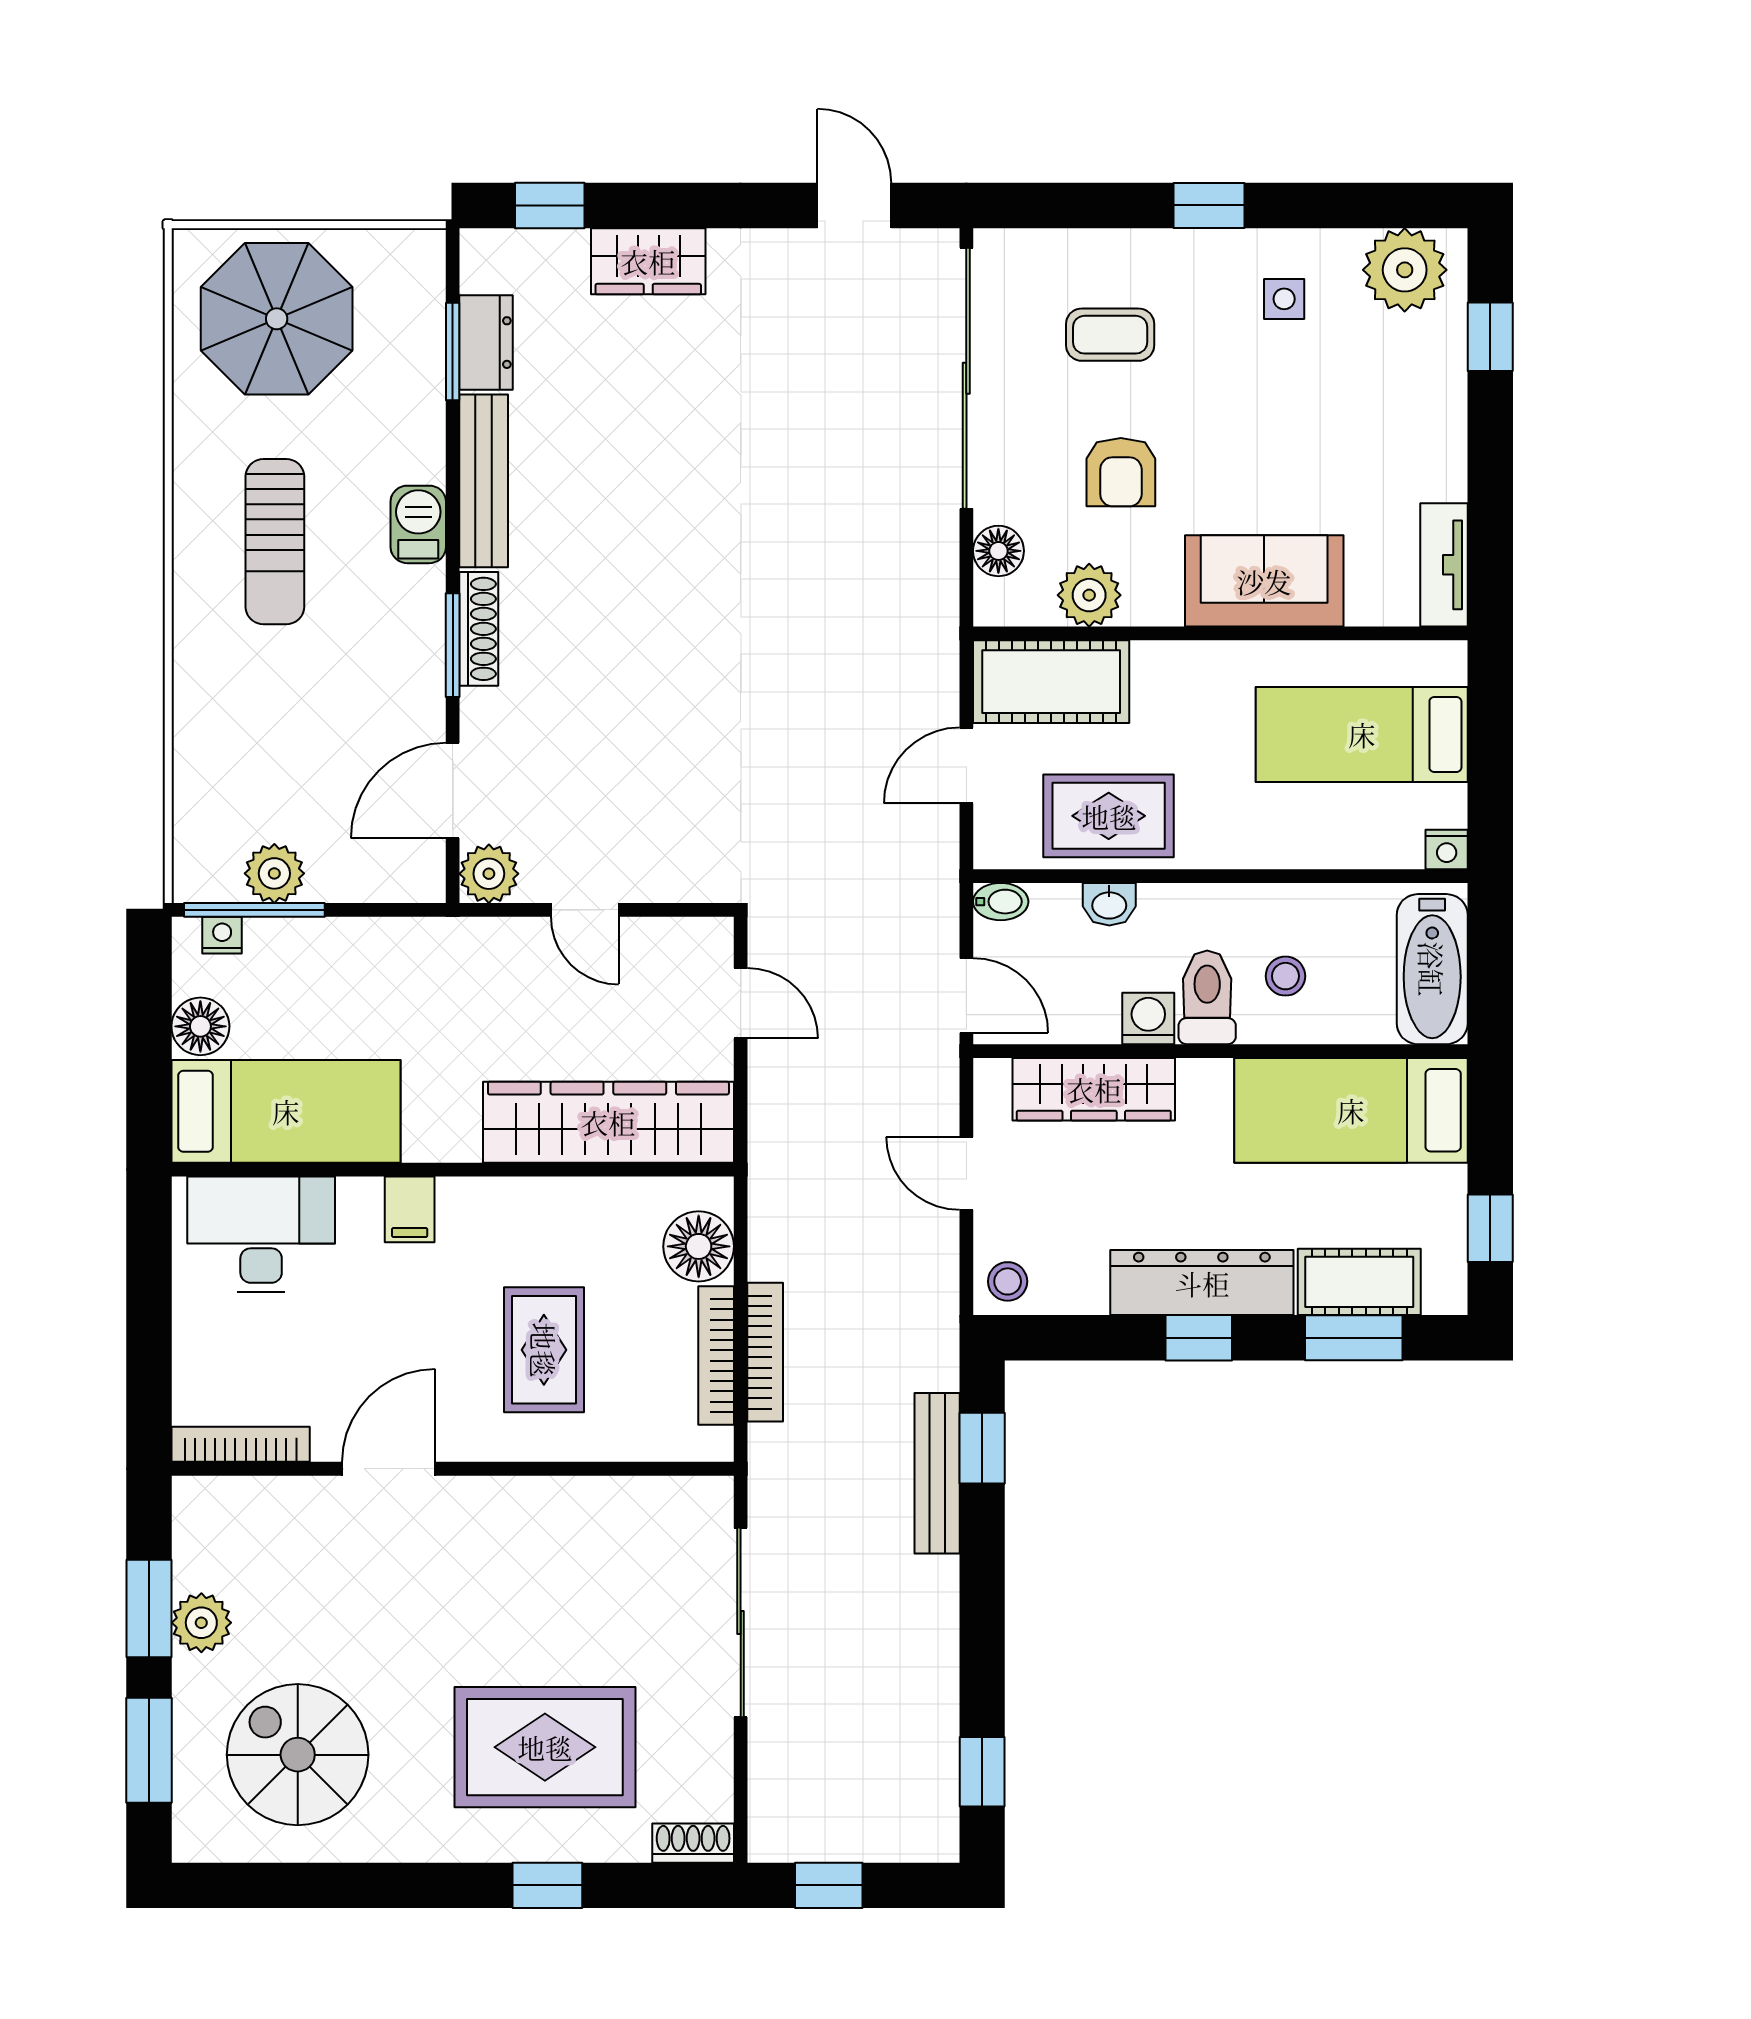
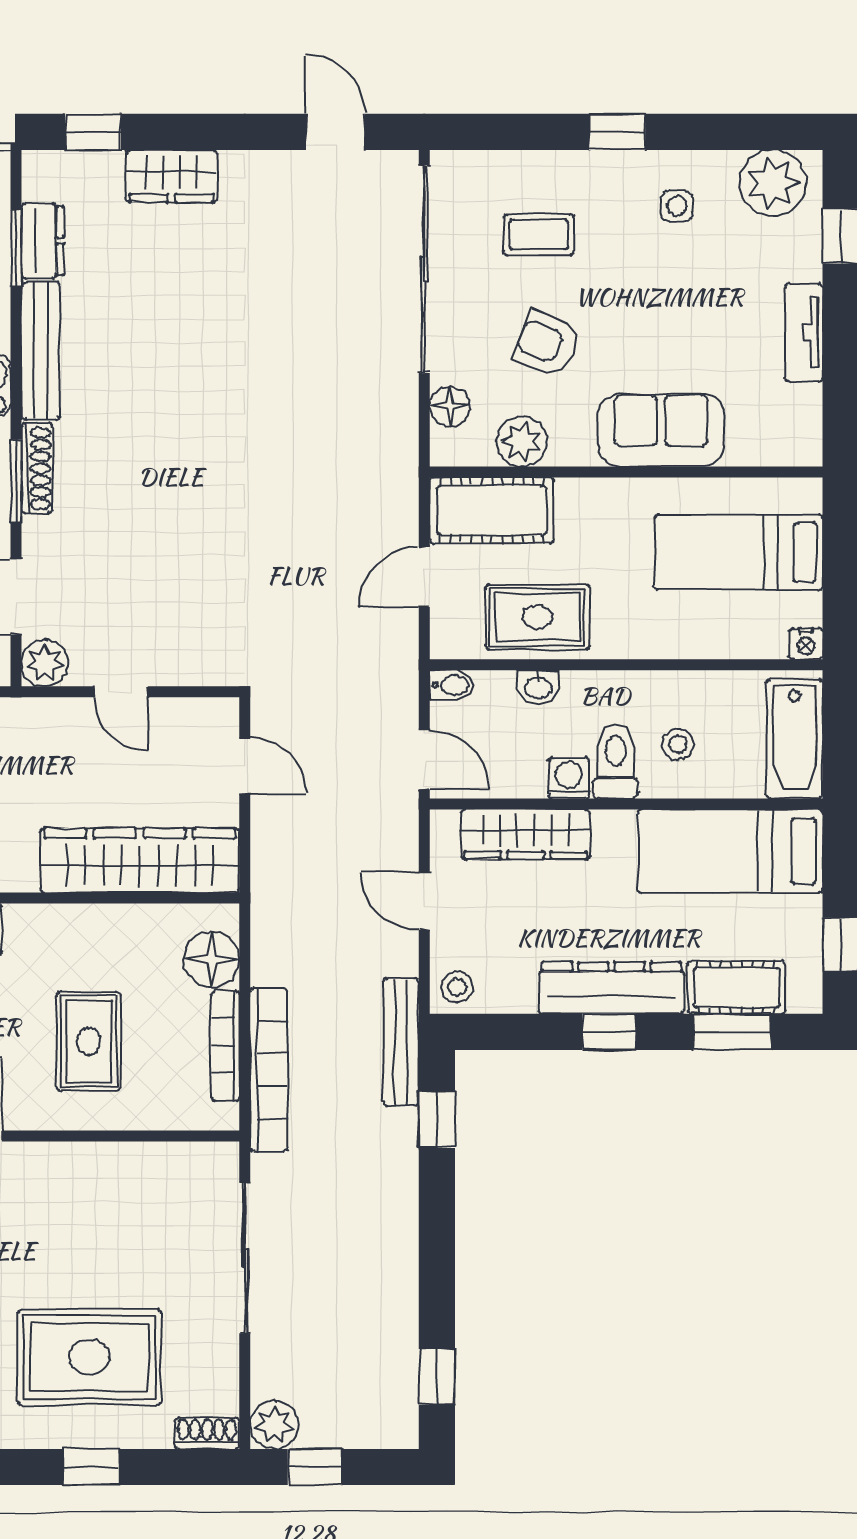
armchair: (1121, 472) -> (547, 344), turned 112
tv unit: (1444, 565) -> (804, 332), moved
bookcase: (765, 1352) -> (269, 1070), width x1.48, depth x1.31
bench: (937, 1473) -> (401, 1042), moved
plant: (778, 1833) -> (274, 1425), added

